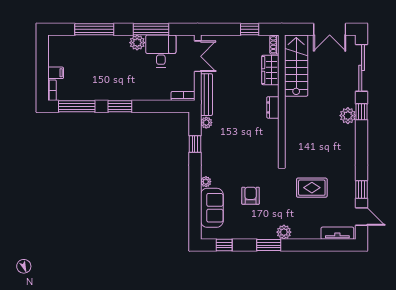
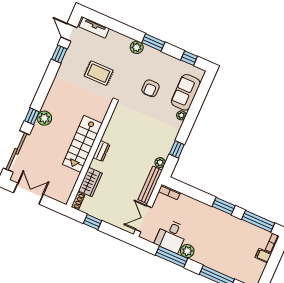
stairs: (296, 66) -> (82, 144), moved

